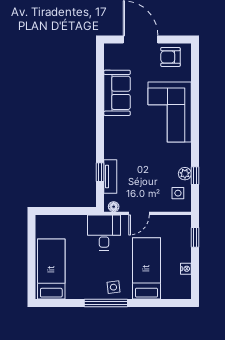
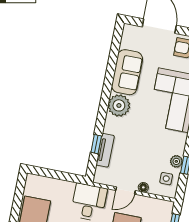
plant: (115, 128) -> (119, 105), added
floor lamp: (114, 207) -> (143, 187), moved

